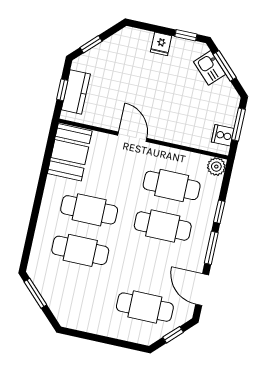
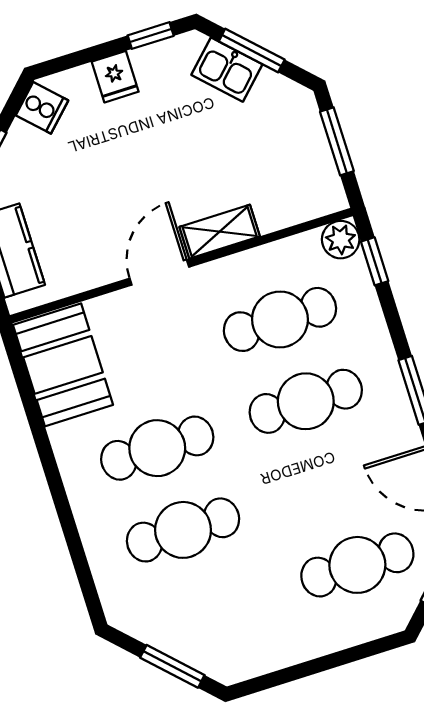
shelving: (168, 134) -> (220, 232), added
cooker: (223, 135) -> (42, 108), moved, turned -135
door: (132, 137) -> (159, 273), hinge flipped
window: (219, 212) -> (375, 261), moved
window: (35, 293) -> (172, 666), moved

